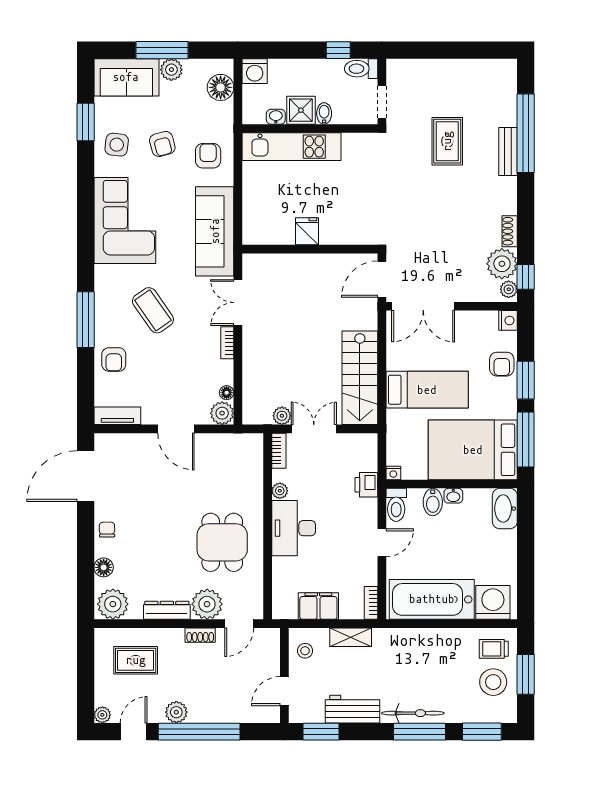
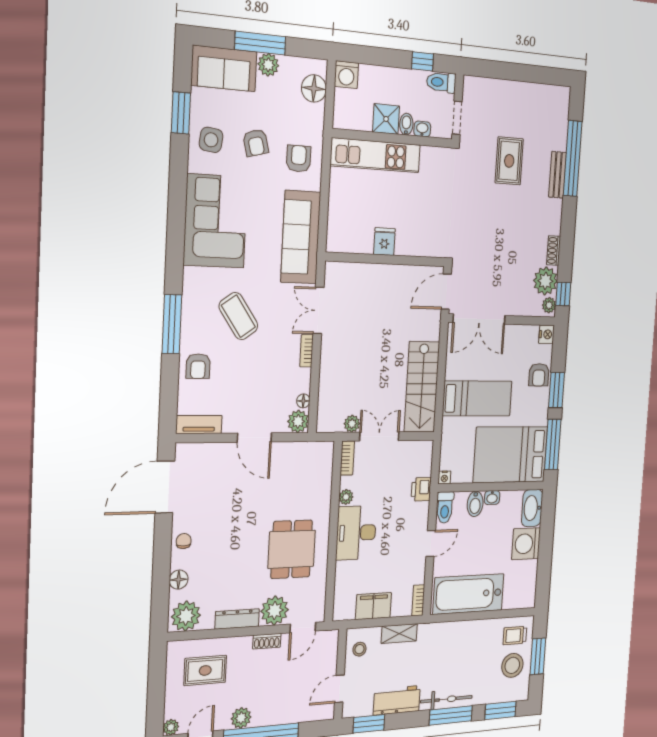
washbasin: (276, 117) -> (422, 129), moved
washing machine: (493, 602) -> (526, 544), moved, turned -90

